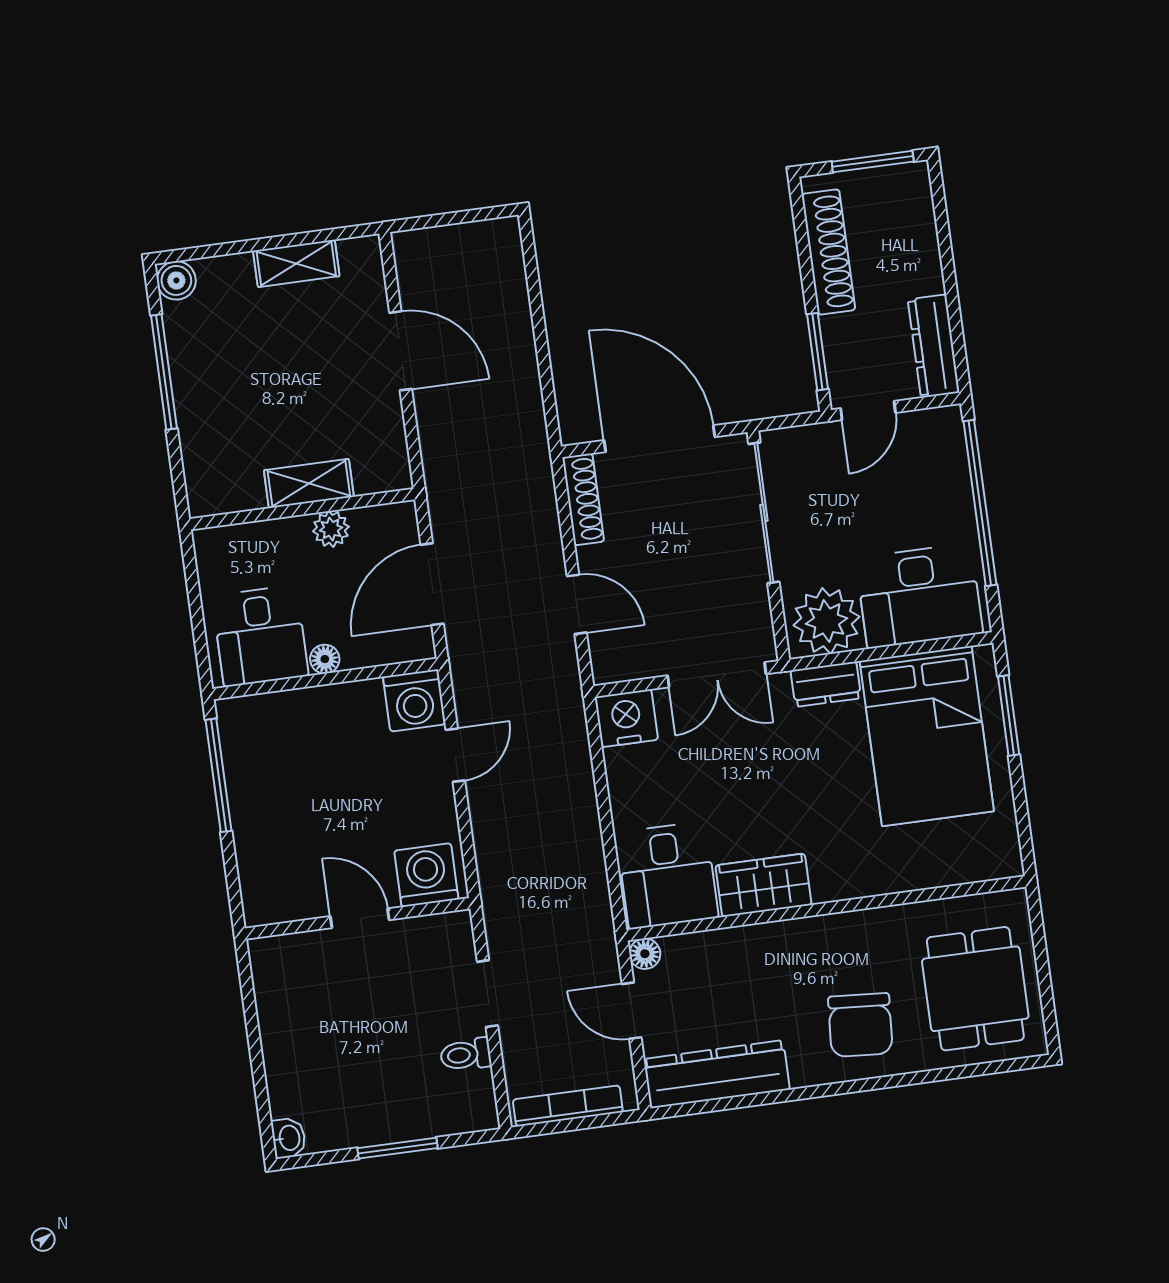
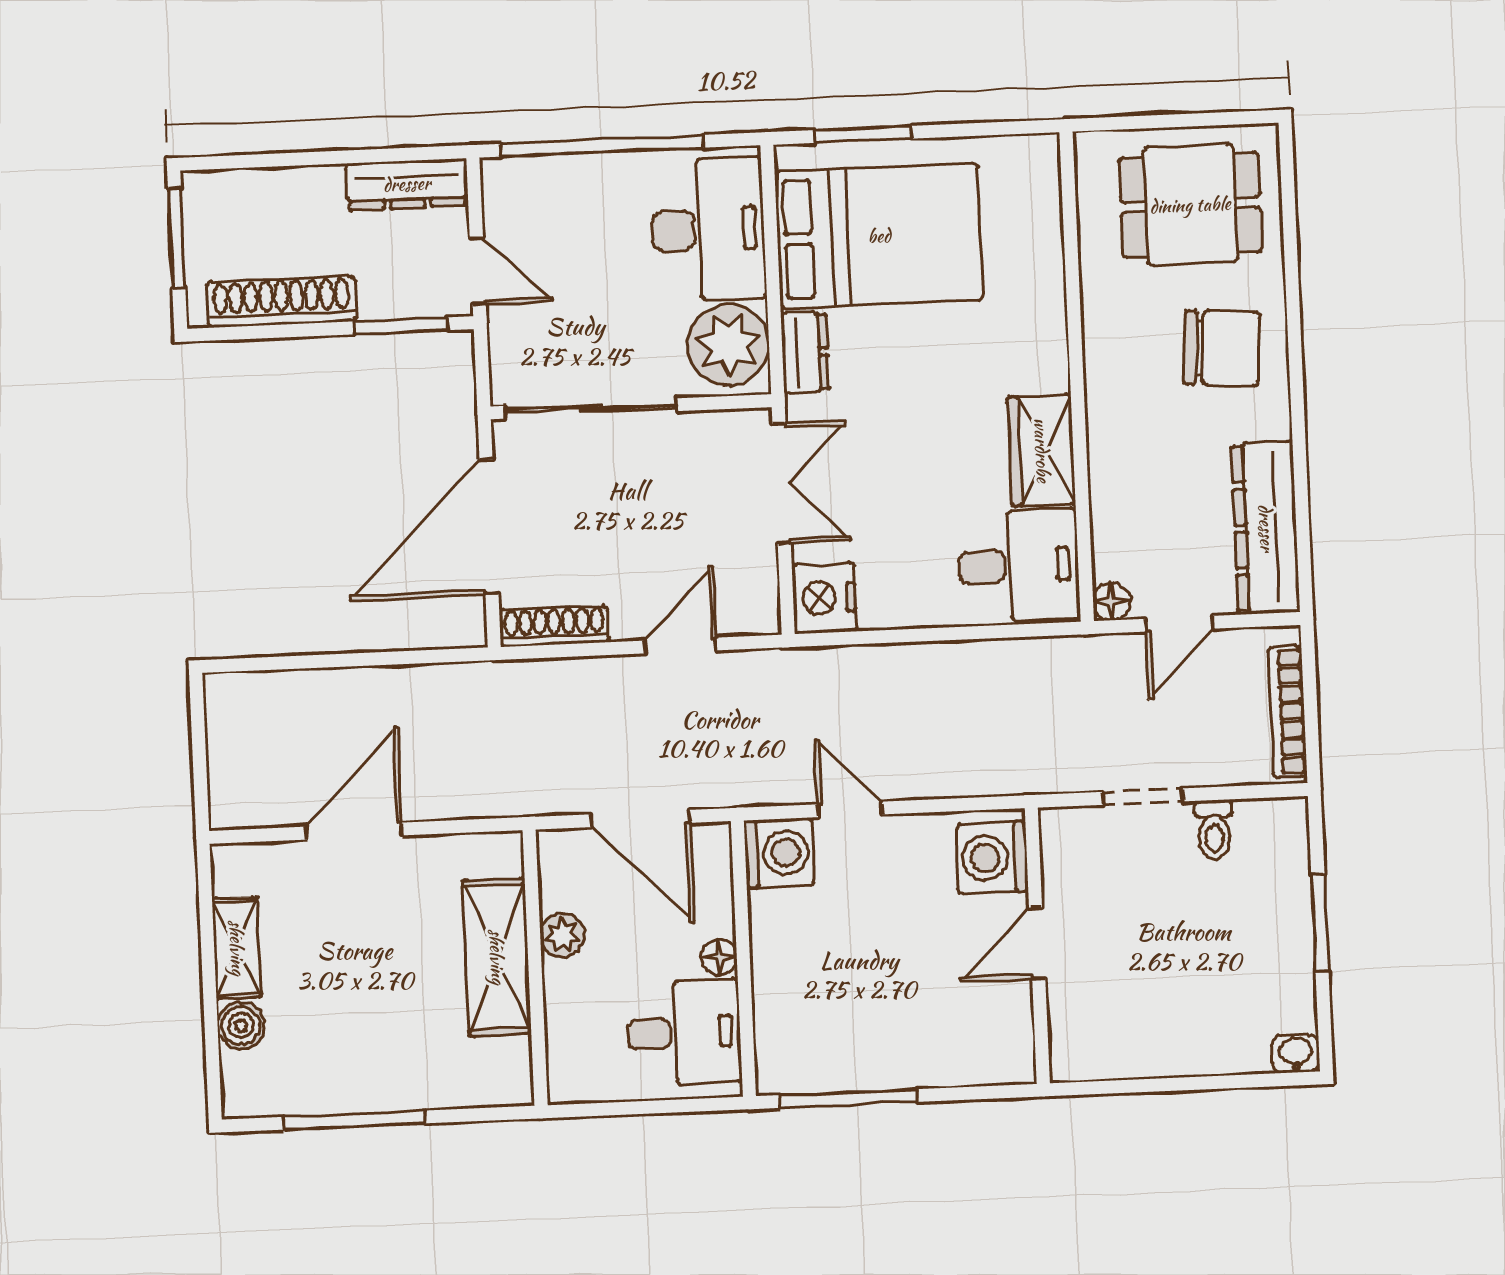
boiler: (176, 280) -> (241, 1025), moved
shelving: (309, 484) -> (497, 957), width x1.50, depth x1.33

